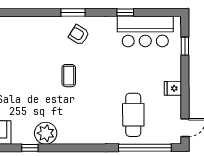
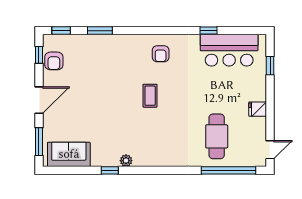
window: (73, 12) -> (100, 31), moved
armchair: (79, 35) -> (161, 54), turned -122
plant: (46, 133) -> (126, 161), width x0.53, depth x0.53

